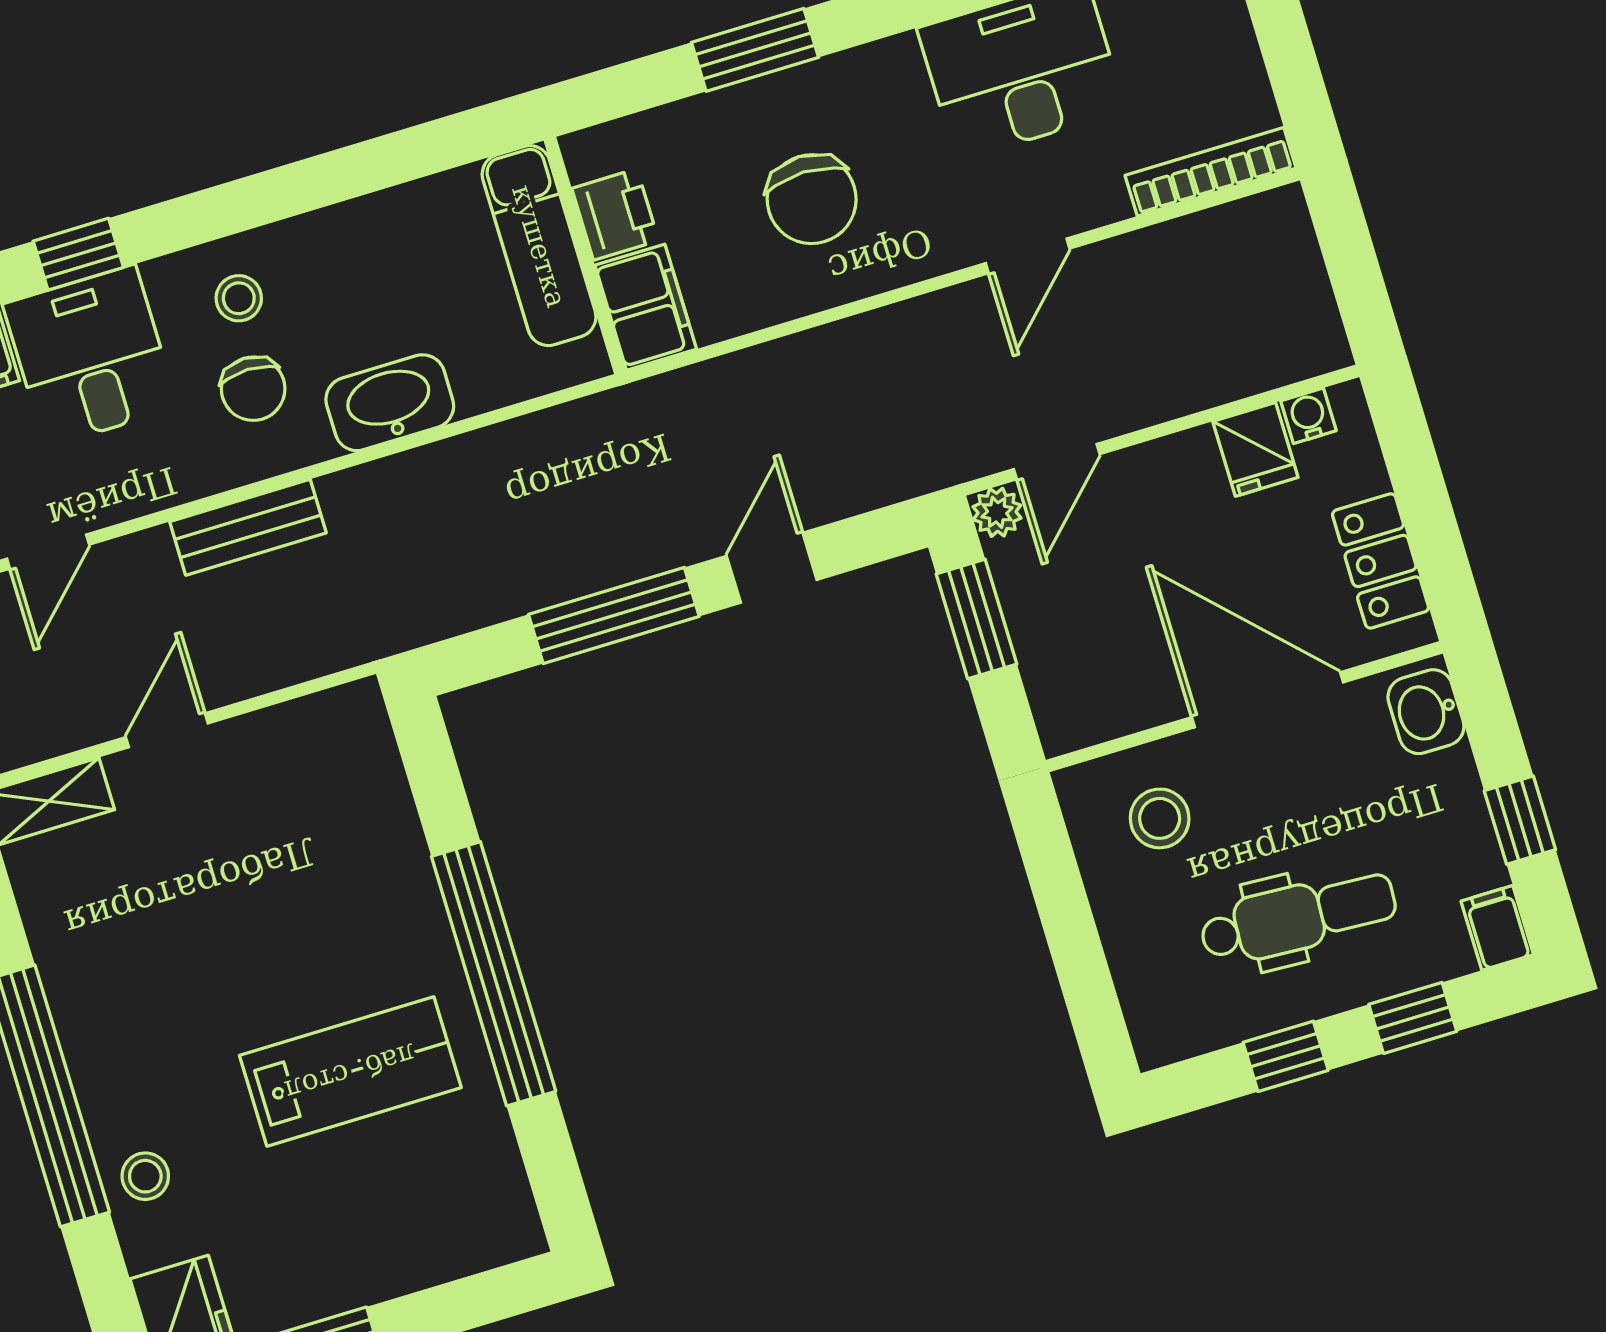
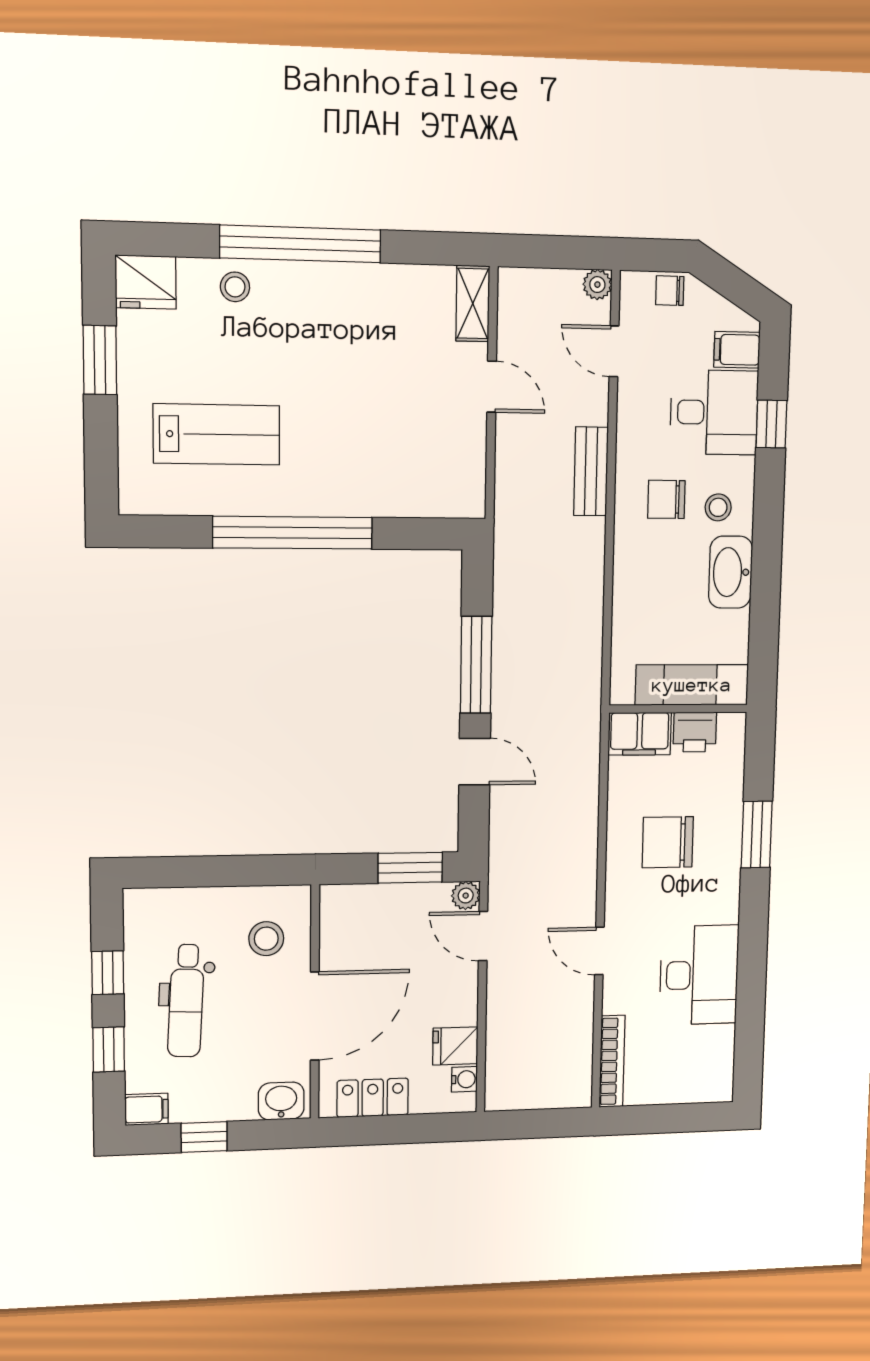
washbasin: (390, 403) -> (730, 572), moved, turned 180
lab bench: (350, 1072) -> (217, 434), moved, turned -90

